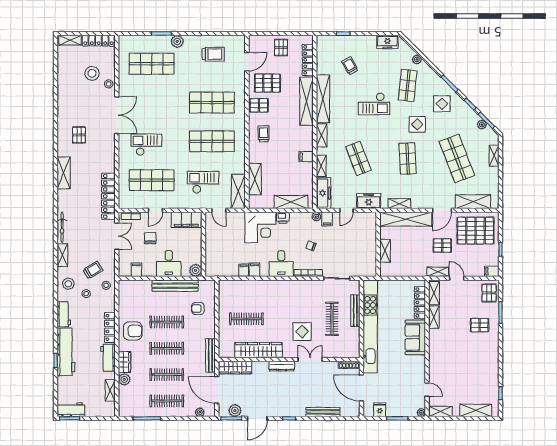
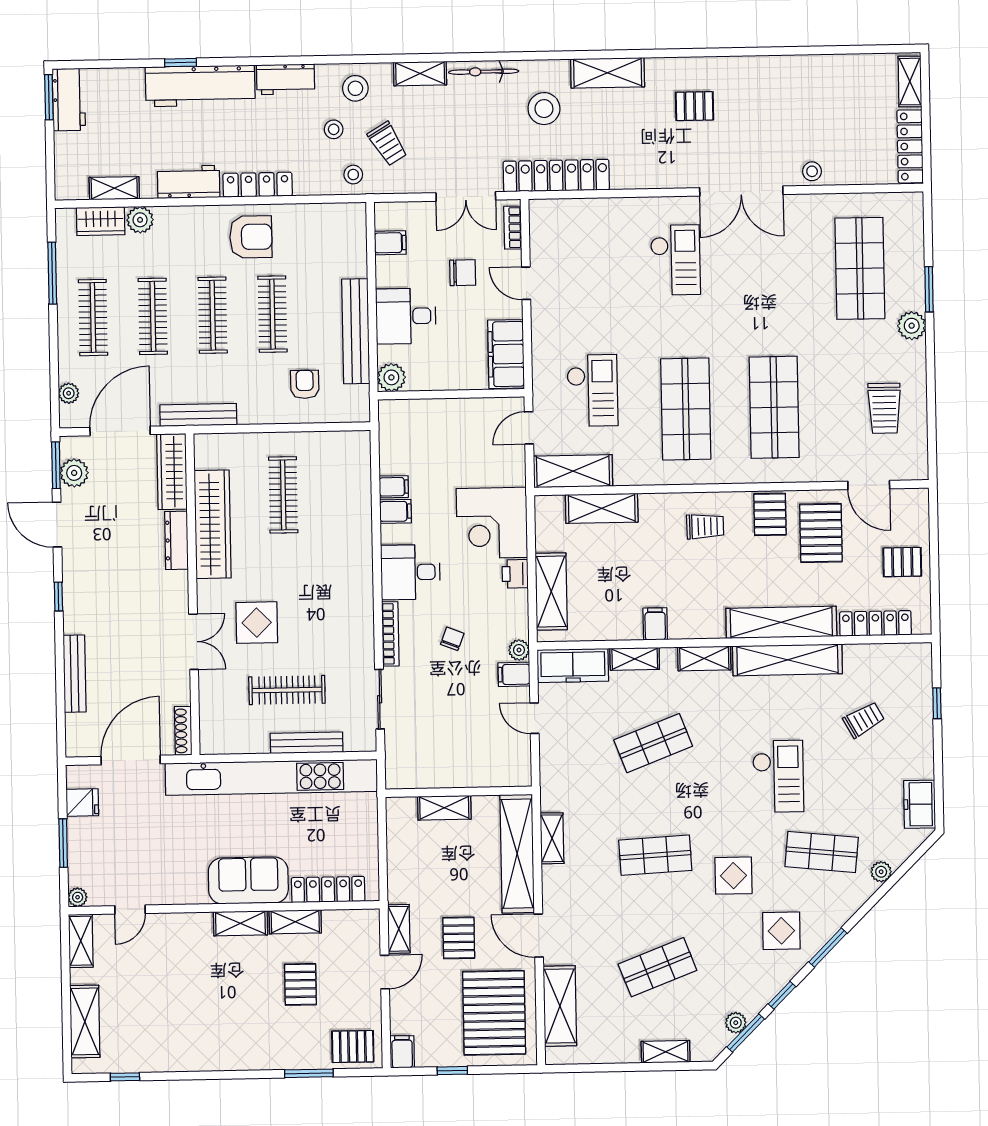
stool: (92, 73) -> (544, 109), moved
checkout: (374, 104) -> (778, 776), turned 180
shop shelf: (457, 158) -> (657, 967), width x0.70, depth x0.74
shop shelf: (152, 180) -> (595, 273), removed
freezer: (369, 201) -> (557, 768), removed
shelving: (434, 293) -> (240, 923), moved
pallet: (480, 325) -> (300, 984), moved
armchair: (133, 331) -> (251, 237), turned -90
wardrobe: (125, 362) -> (101, 221), moved
dresser: (282, 366) -> (176, 540), moved

